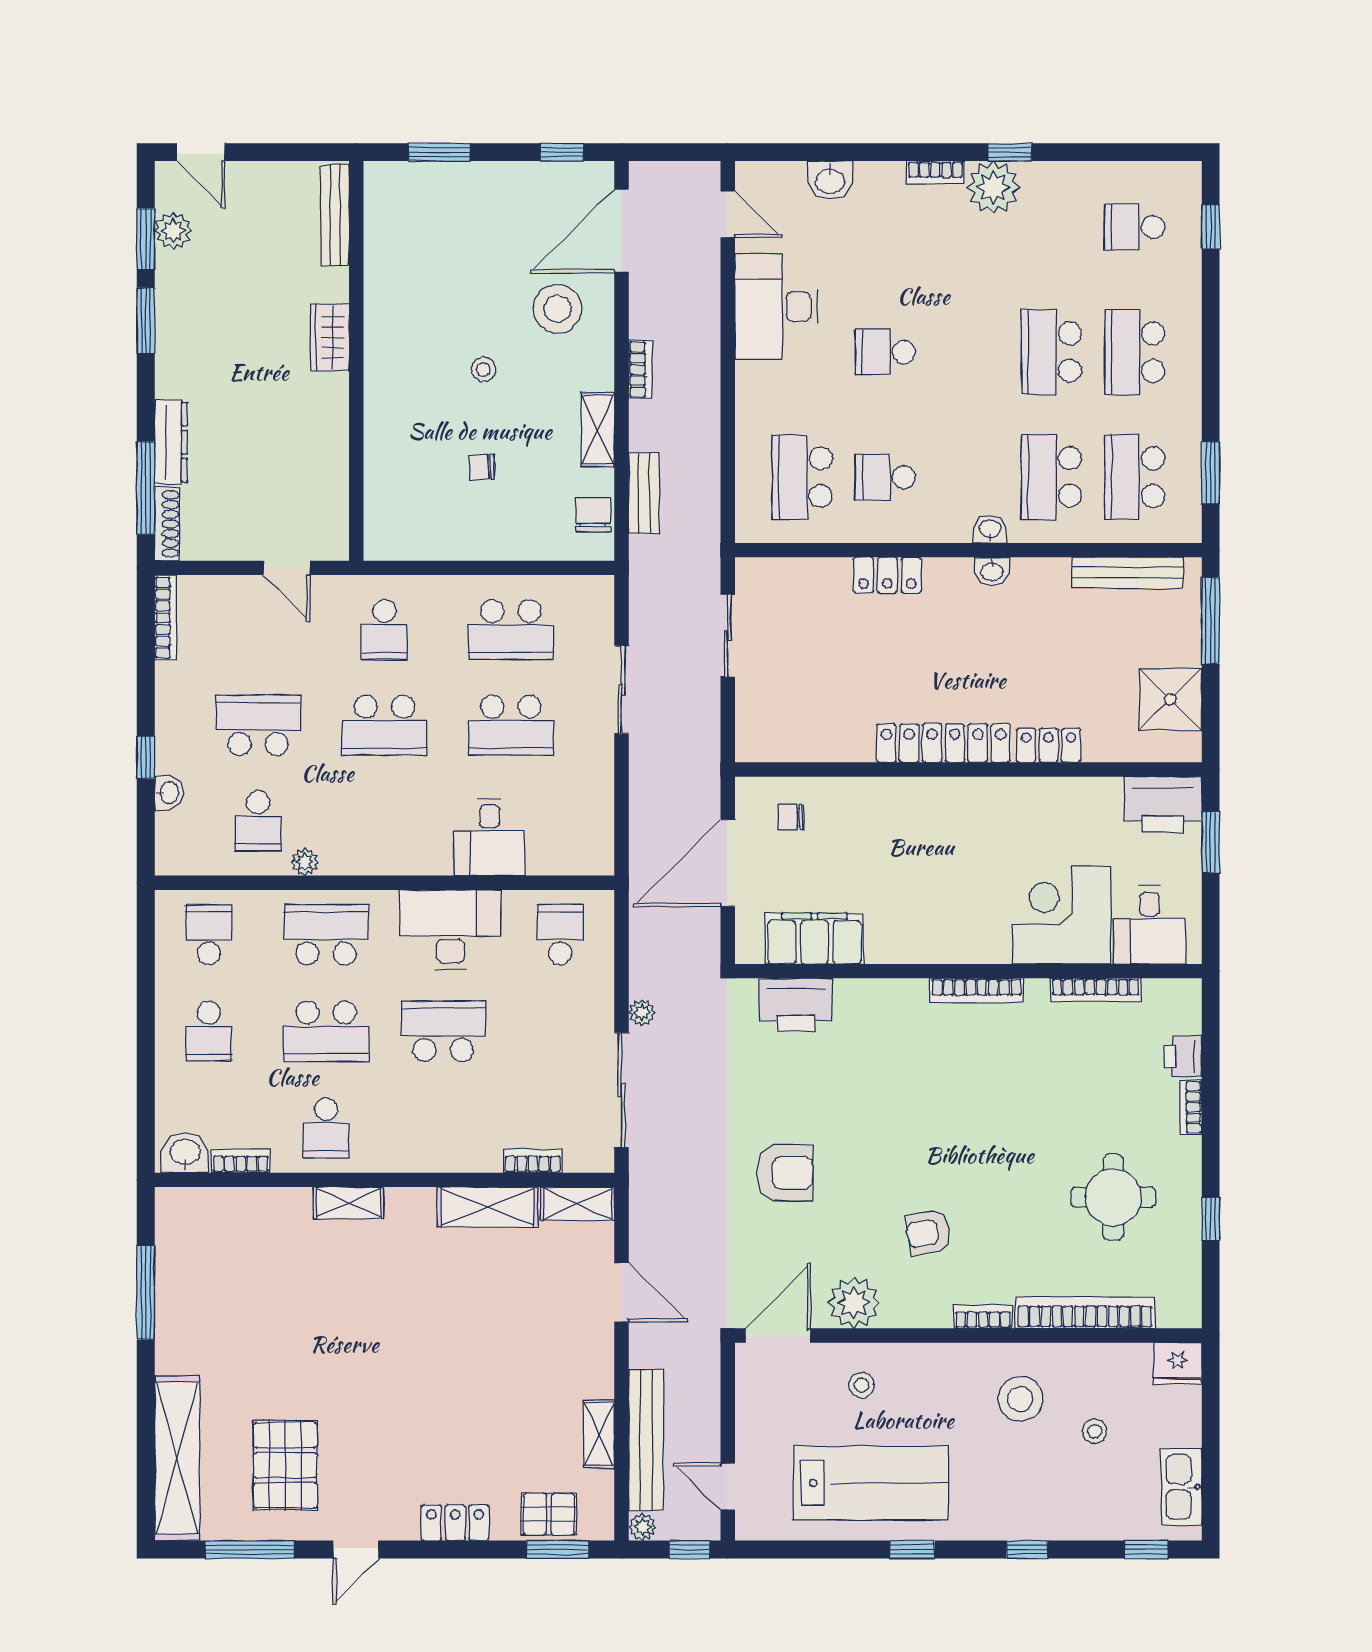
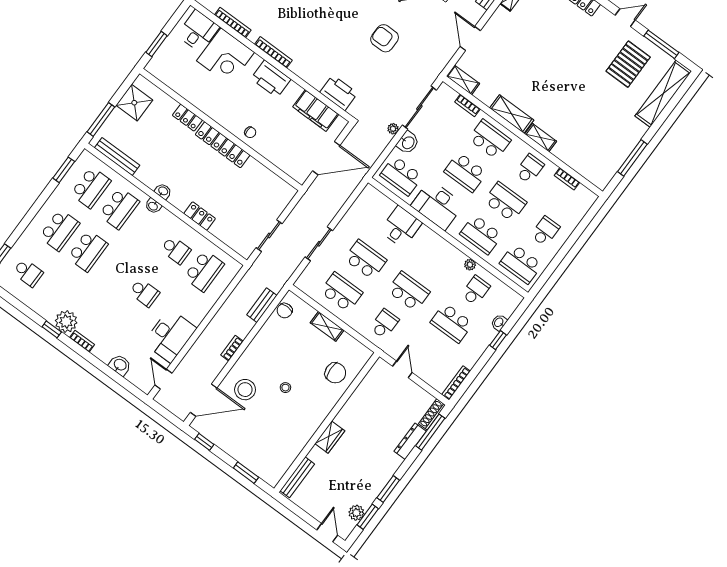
shelving: (598, 430) -> (327, 326), moved, turned 90
chair: (482, 467) -> (335, 373), moved, width x1.87, depth x1.87
printer: (1163, 805) -> (271, 79), moved, turned 180
chair: (791, 817) -> (250, 132), moved
school desk: (209, 935) -> (521, 264), width x1.85
school desk: (560, 935) -> (401, 176), width x1.85
school desk: (443, 1128) -> (490, 139), added
washbasin: (185, 1153) -> (408, 142), moved, turned -90
shelving: (487, 1207) -> (512, 114), moved

